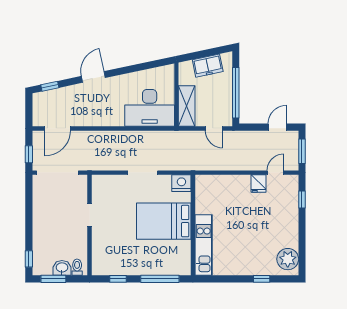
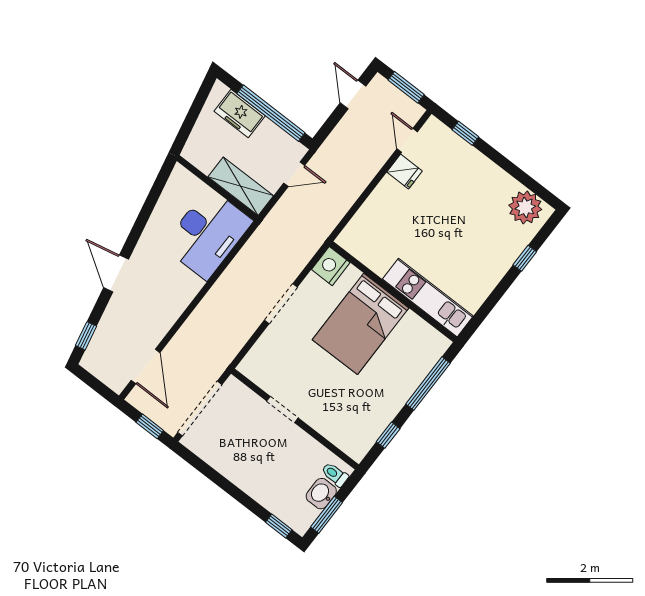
freezer: (208, 66) -> (240, 113), moved, turned 102

